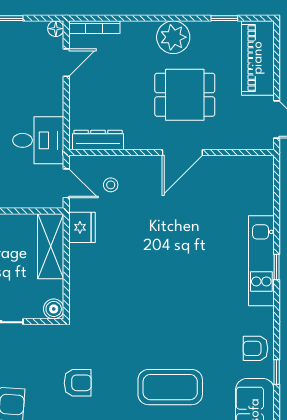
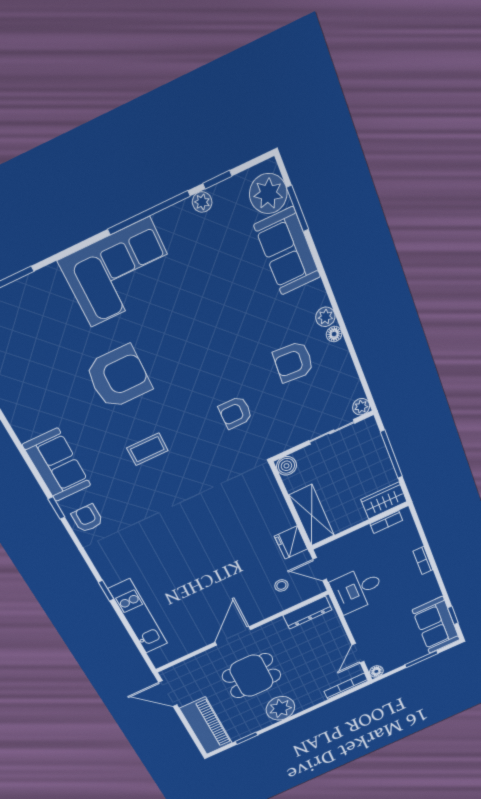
kitchen unit: (261, 261) -> (138, 616), moved
armchair: (255, 348) -> (87, 518), turned -90
coffee table: (170, 387) -> (147, 449), width x0.54, depth x0.58

